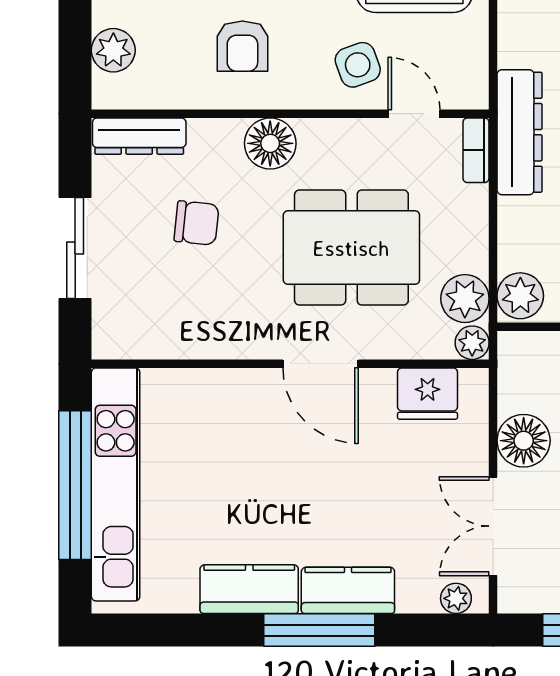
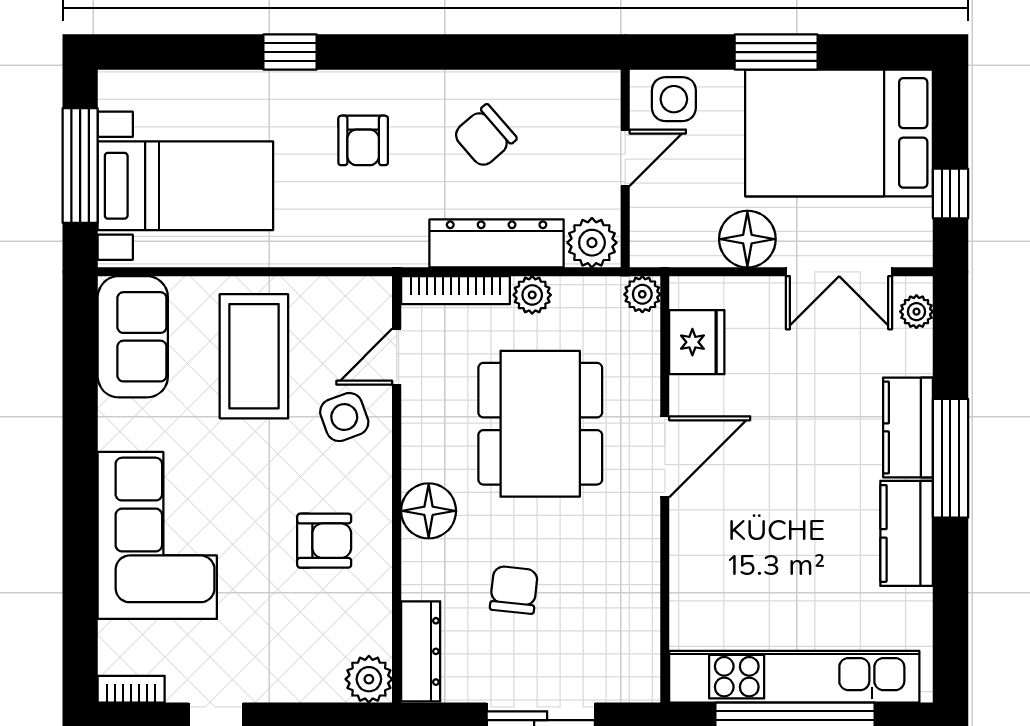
plant: (113, 50) -> (369, 679), moved
dresser: (520, 132) -> (497, 243), moved
bookcase: (476, 150) -> (455, 290), width x1.56
plant: (465, 299) -> (532, 295), moved, width x0.73, depth x0.73

